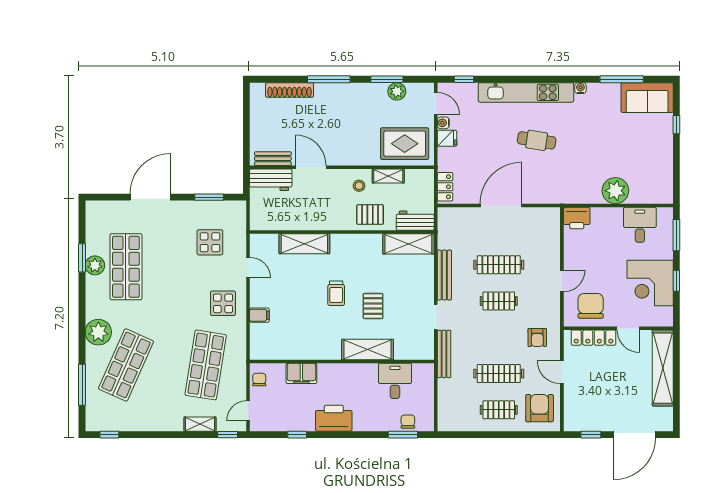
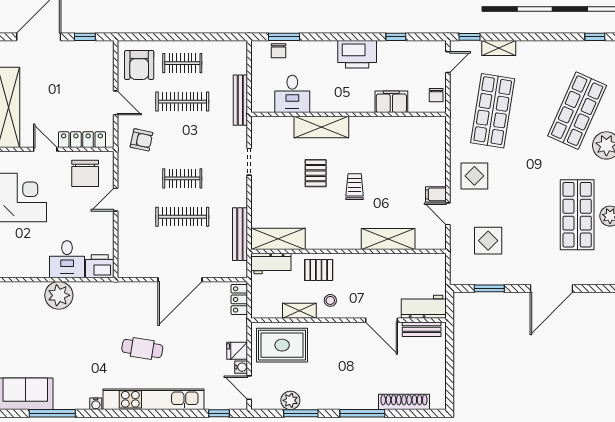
desk: (640, 225) -> (67, 259), moved
bench: (444, 275) -> (240, 234), moved
filing cabinet: (259, 315) -> (436, 194), moved
armchair: (537, 337) -> (142, 140), turned 102
bench: (444, 354) -> (240, 100), moved

